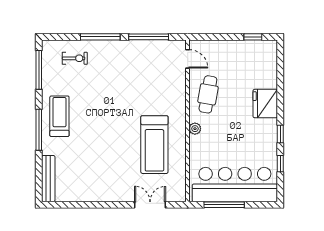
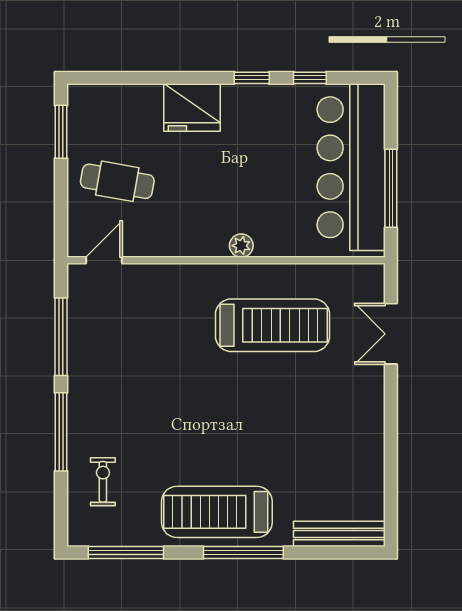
window: (253, 37) -> (61, 132), width x1.50
cafe table: (208, 94) -> (117, 181), moved
treadmill: (59, 116) -> (217, 512), width x1.37, depth x1.38

